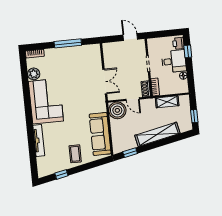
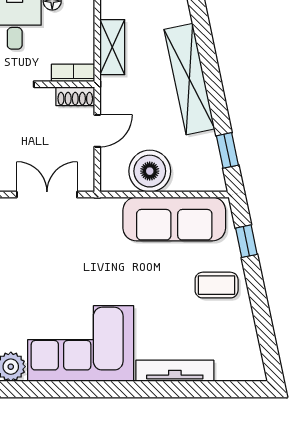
boiler: (117, 110) -> (150, 171), moved
window: (61, 174) -> (246, 241), moved

